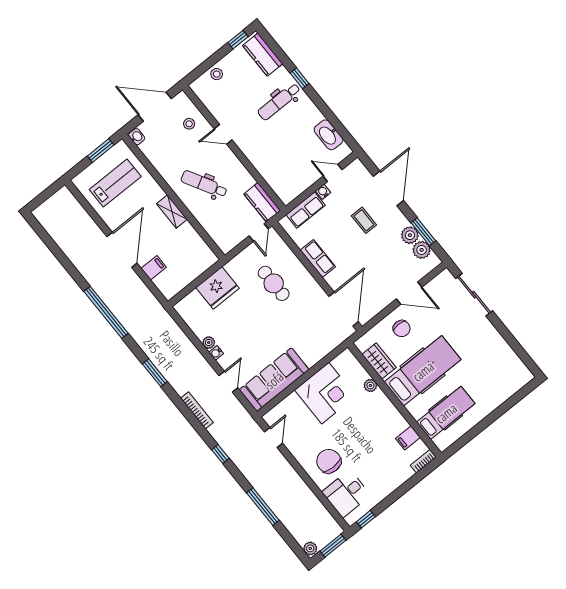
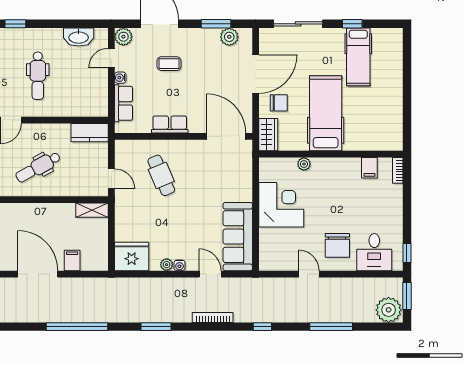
dental chair: (279, 102) -> (38, 76), moved
shelving: (172, 212) -> (92, 210), moved
door: (259, 232) -> (111, 179), moved
plant: (410, 235) -> (123, 37), moved
cafe table: (274, 283) -> (161, 175), turned 67
fridge: (218, 288) -> (132, 256), moved, turned -90
door: (409, 293) -> (256, 74), width x1.36
window: (507, 336) -> (352, 24), added
wardrobe: (379, 361) -> (268, 135), moved, turned 90
hospital bed: (446, 413) -> (358, 57), moved, turned 180
door: (273, 438) -> (309, 274), moved
chair: (329, 461) -> (337, 245), turned -90
plant: (310, 548) -> (389, 310), width x1.88, depth x1.88

